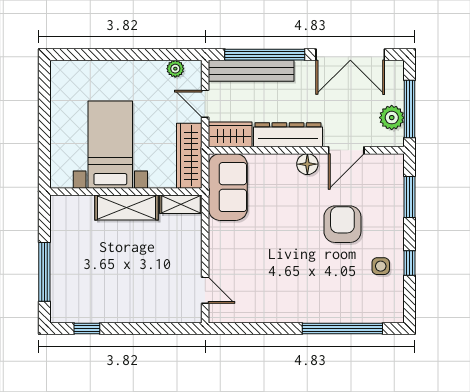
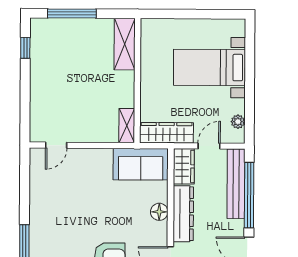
bed with nightstands: (110, 145) -> (209, 67), moved, turned 180
floor lamp: (307, 164) -> (159, 212), moved
shelving: (127, 207) -> (125, 44), moved

